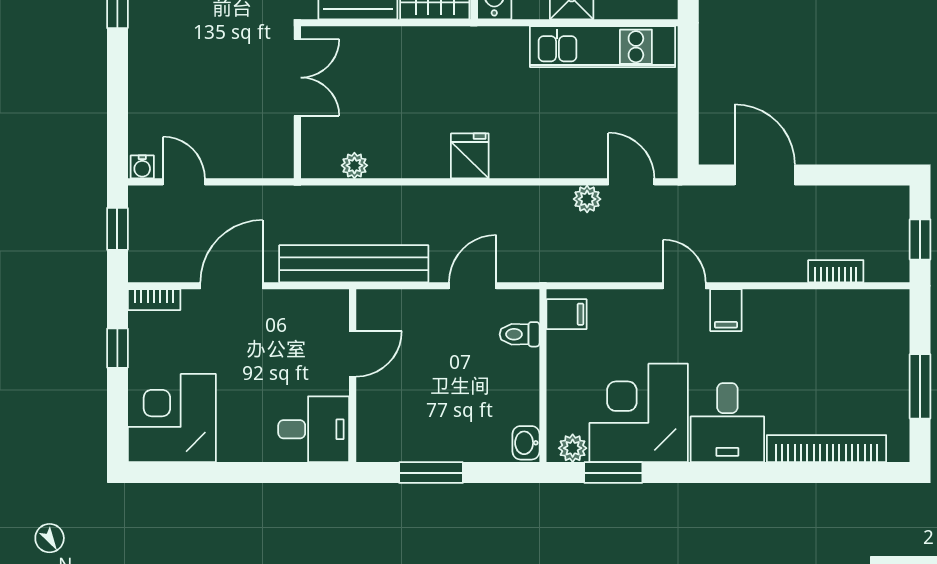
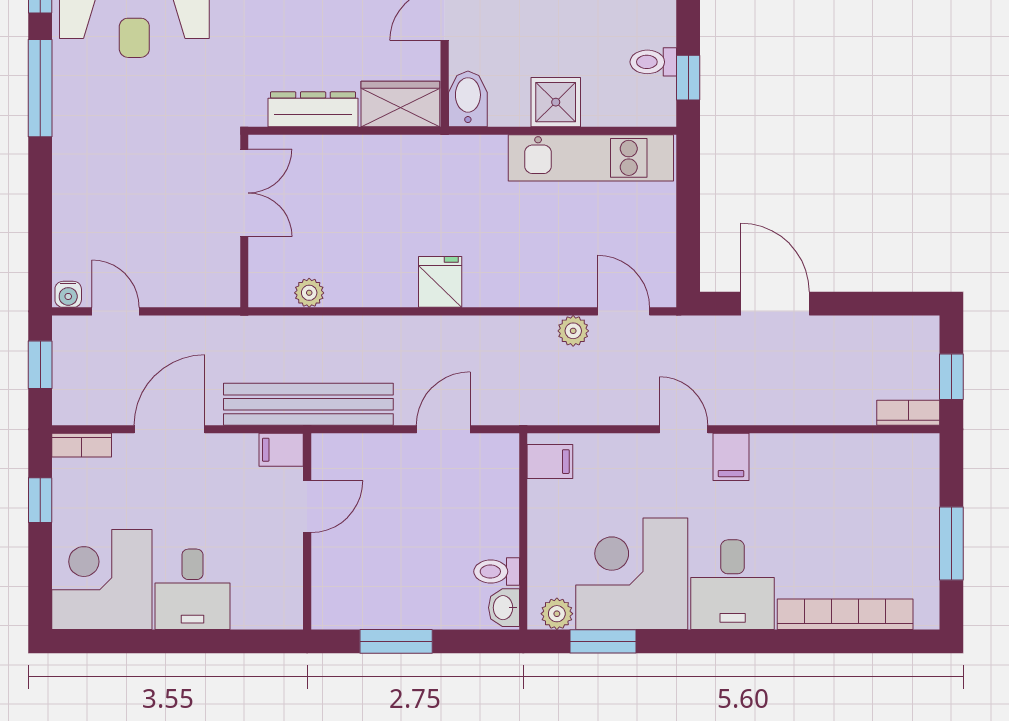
bookcase: (836, 271) -> (908, 413), moved
filing cabinet: (330, 304) -> (281, 450), added
toilet: (520, 334) -> (497, 572), moved
desk: (314, 429) -> (192, 589), moved, turned 90

